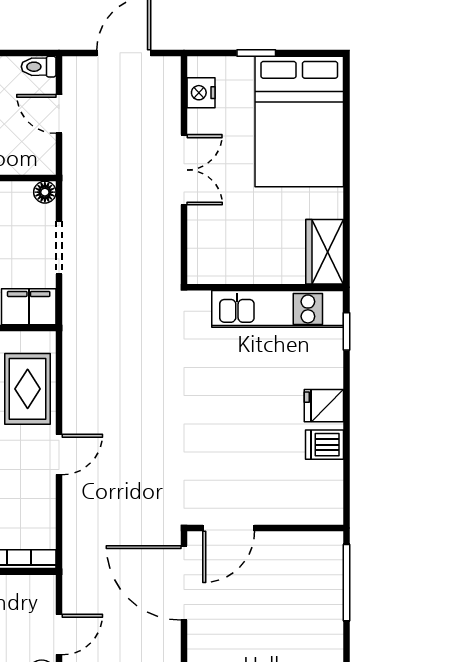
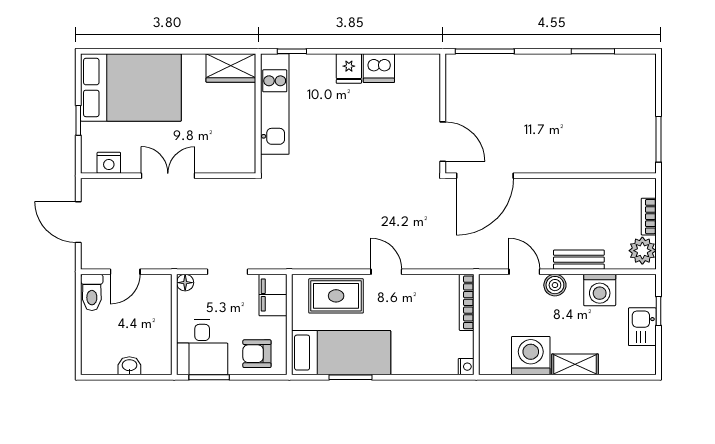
toilet: (39, 67) -> (92, 292), width x1.37, depth x1.39
dishwasher: (324, 445) -> (379, 68), width x1.38

